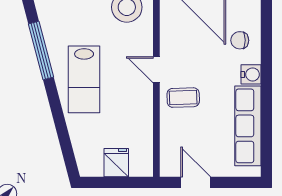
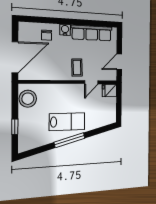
window: (41, 50) -> (69, 140), moved
door: (156, 70) -> (91, 82), moved
fridge: (116, 163) -> (109, 90), moved

